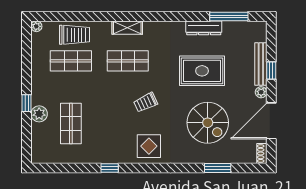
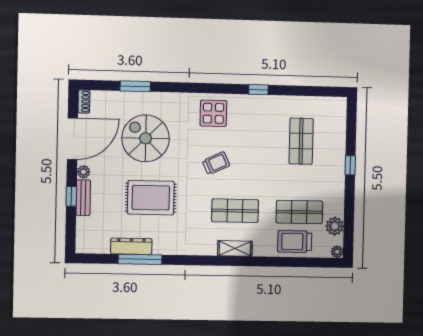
window: (229, 17) -> (140, 259), moved
dresser: (204, 28) -> (131, 246), moved
bench: (261, 64) -> (83, 198), width x0.73
plant: (39, 114) -> (335, 226), moved

